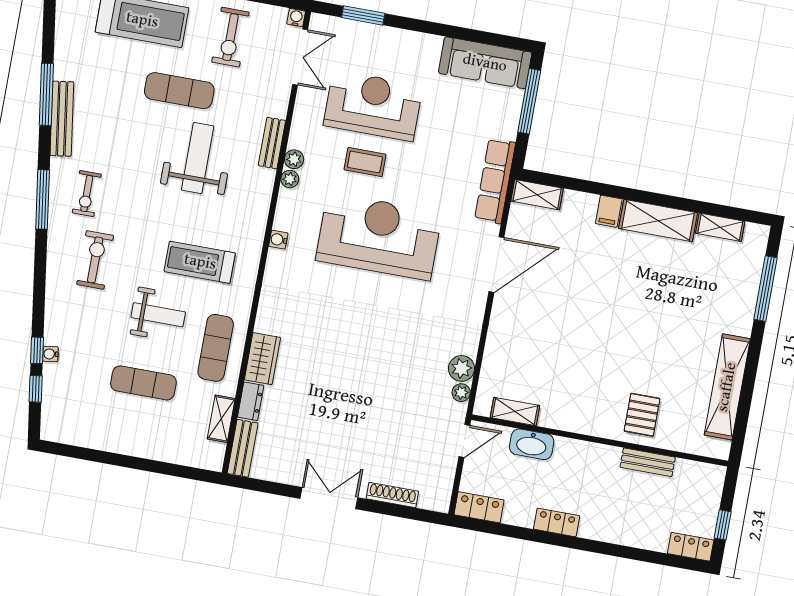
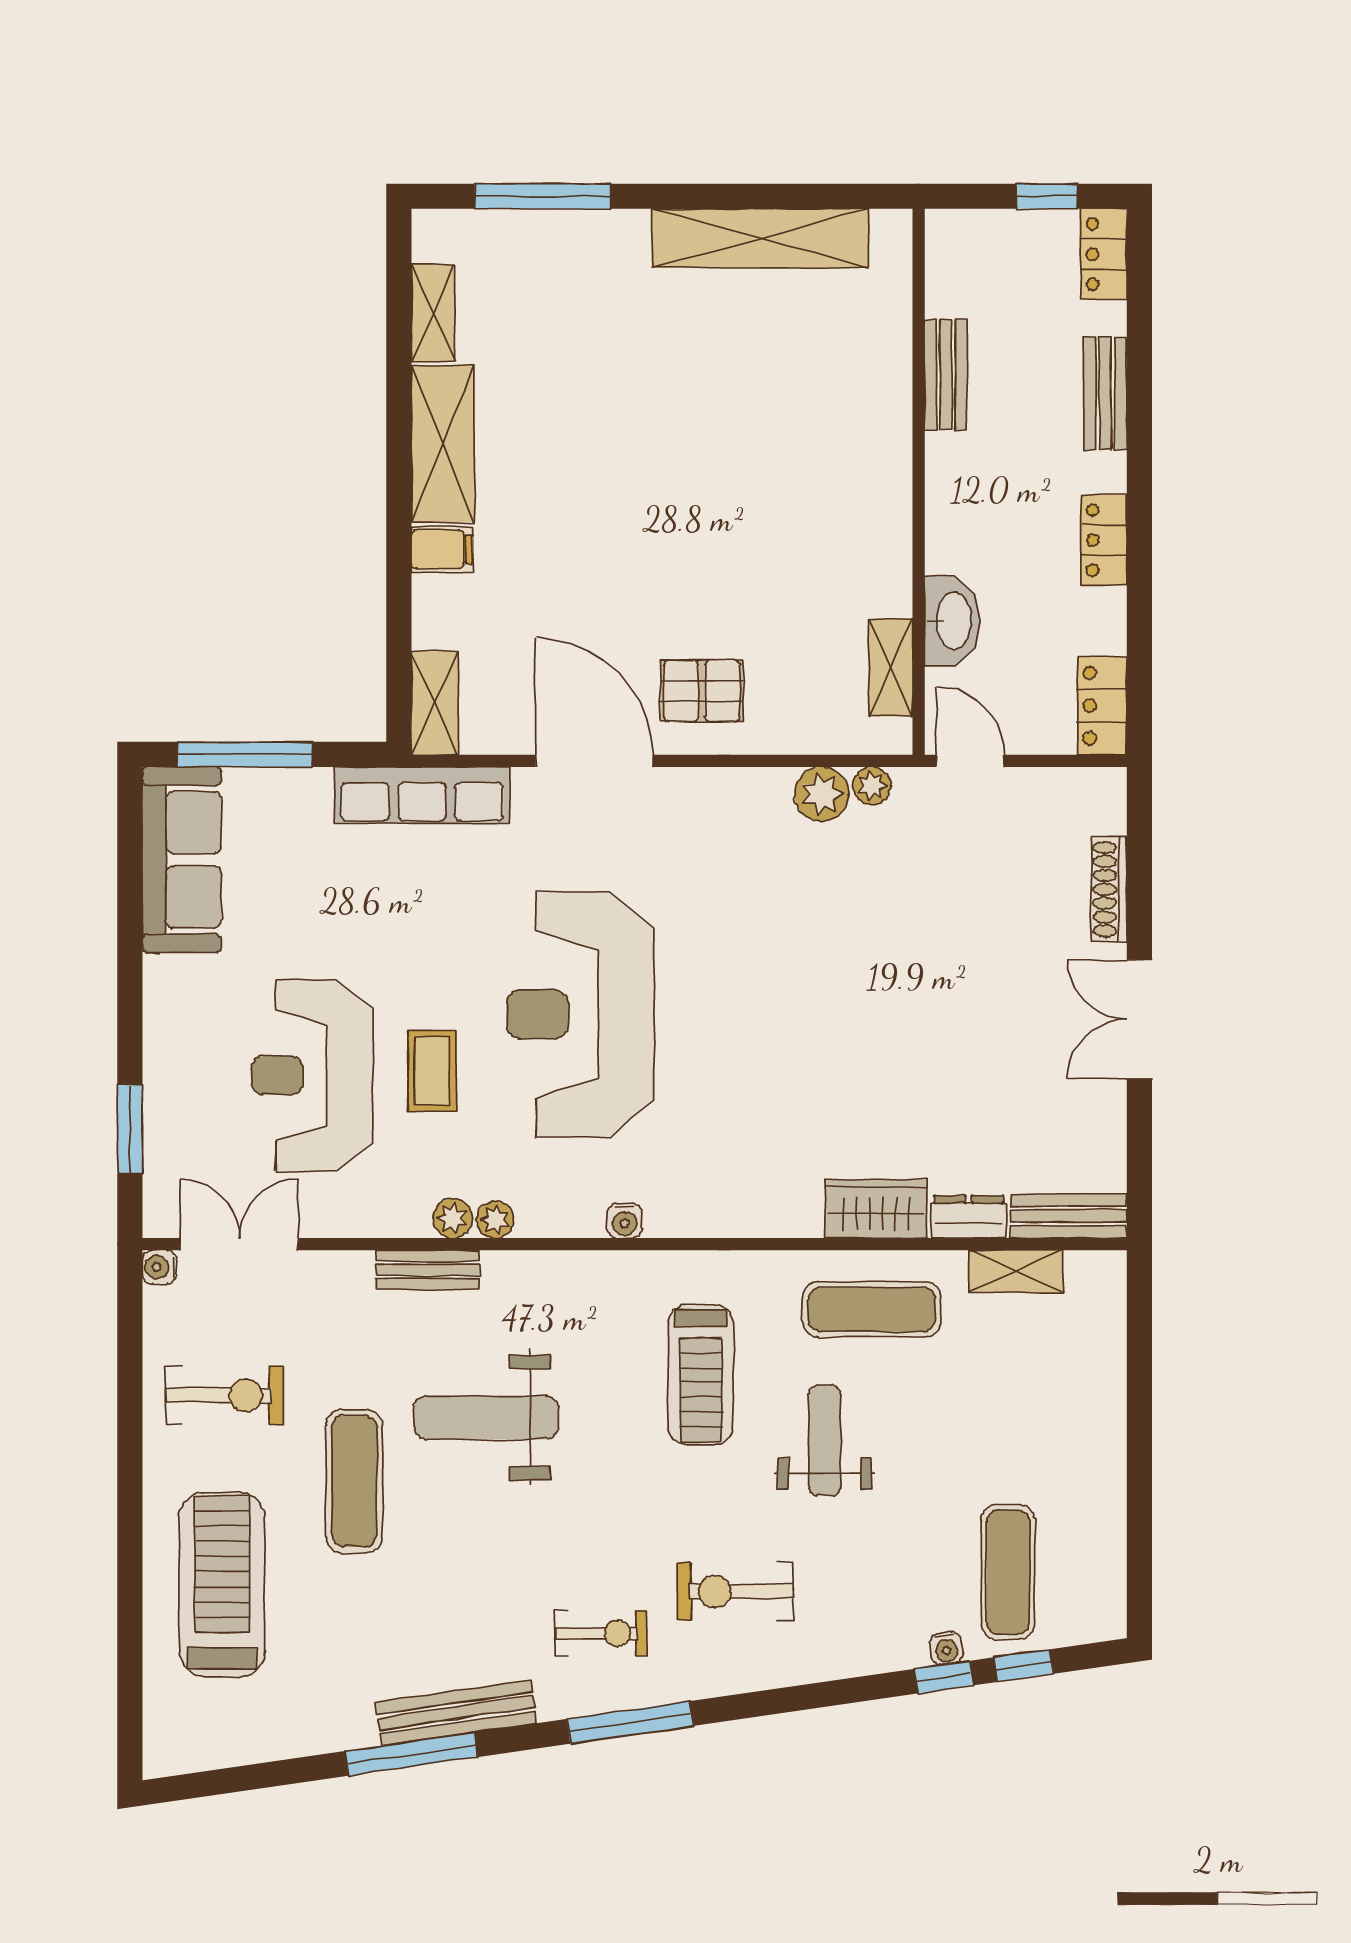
exercise mat: (143, 383) -> (1008, 1572), moved
pallet: (642, 415) -> (702, 691), moved
bench: (625, 536) -> (1105, 393), added

